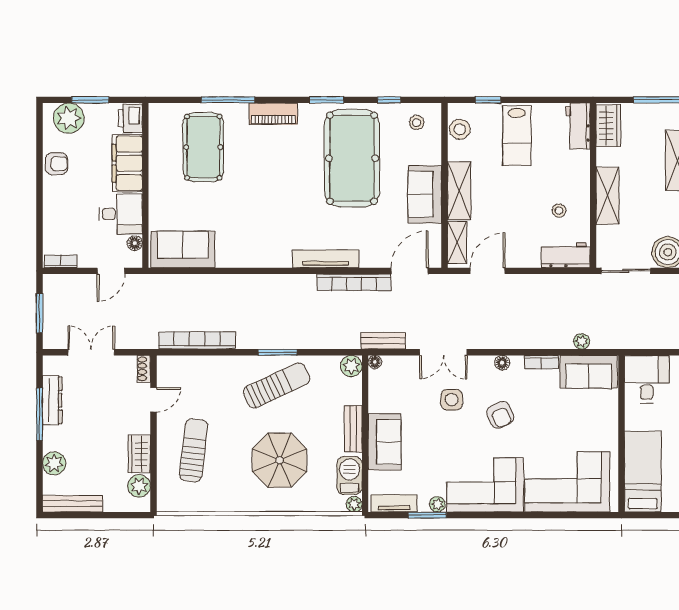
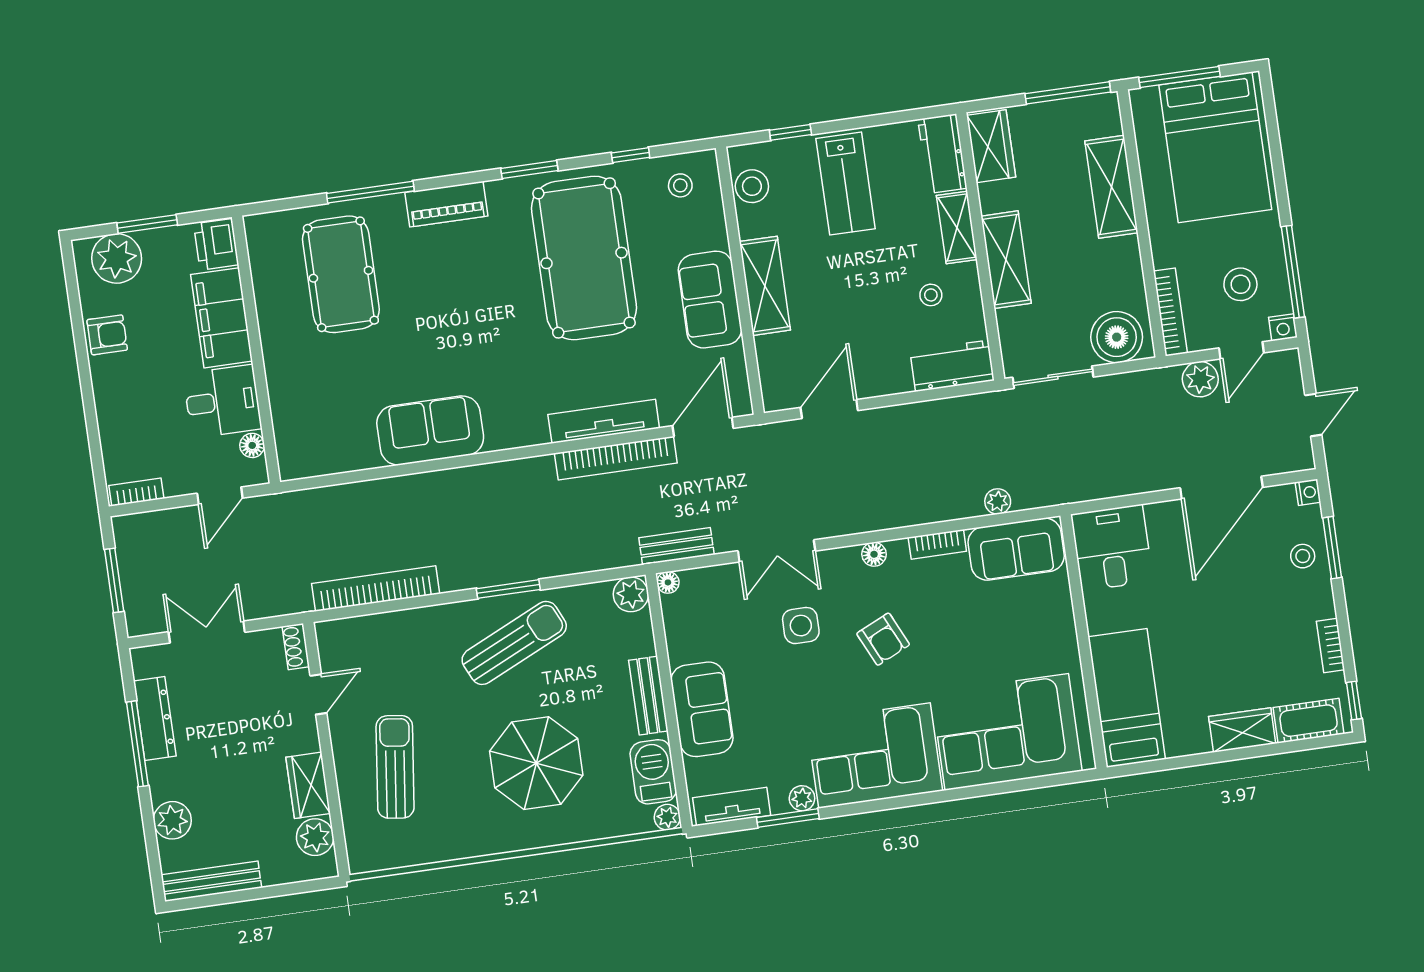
shelving: (457, 243) -> (957, 227), moved
sofa: (183, 249) -> (430, 430), moved
tv unit: (326, 259) -> (604, 421), moved

